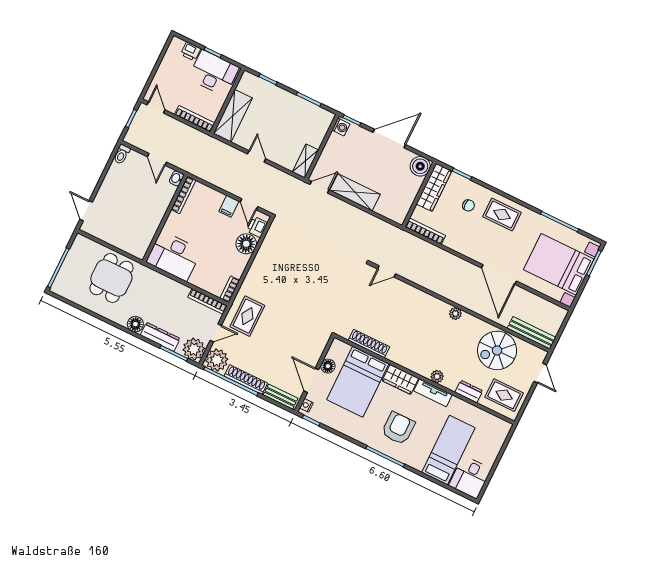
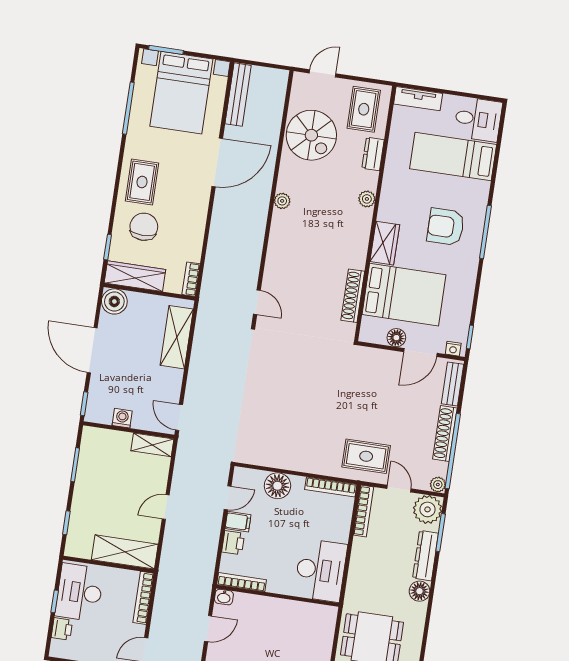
washing machine: (341, 127) -> (122, 418), moved
shelving: (355, 192) -> (177, 337), moved
chair: (468, 205) -> (144, 227), width x1.87, depth x1.87
printer: (257, 227) -> (233, 543), moved, turned -90
bookcase: (425, 231) -> (191, 279), width x0.64
bookcase: (230, 289) -> (331, 487), width x1.56
bench: (531, 333) -> (238, 95), moved
plant: (217, 360) -> (438, 485), width x0.53, depth x0.53
tv unit: (433, 393) -> (418, 99), moved, turned 90

